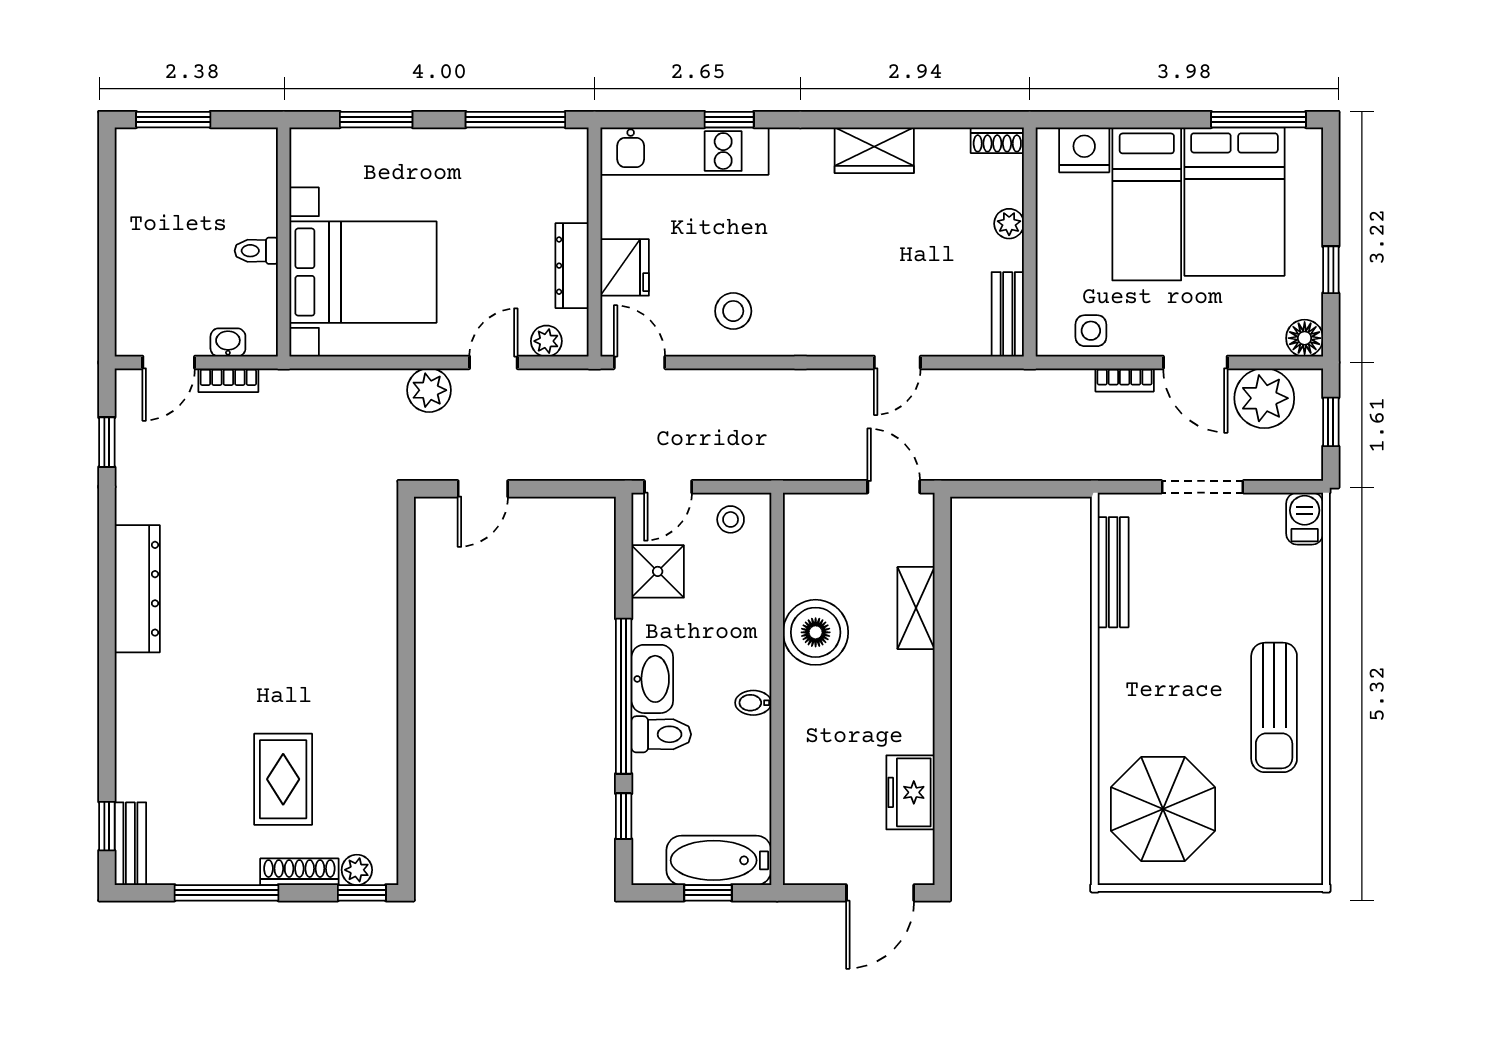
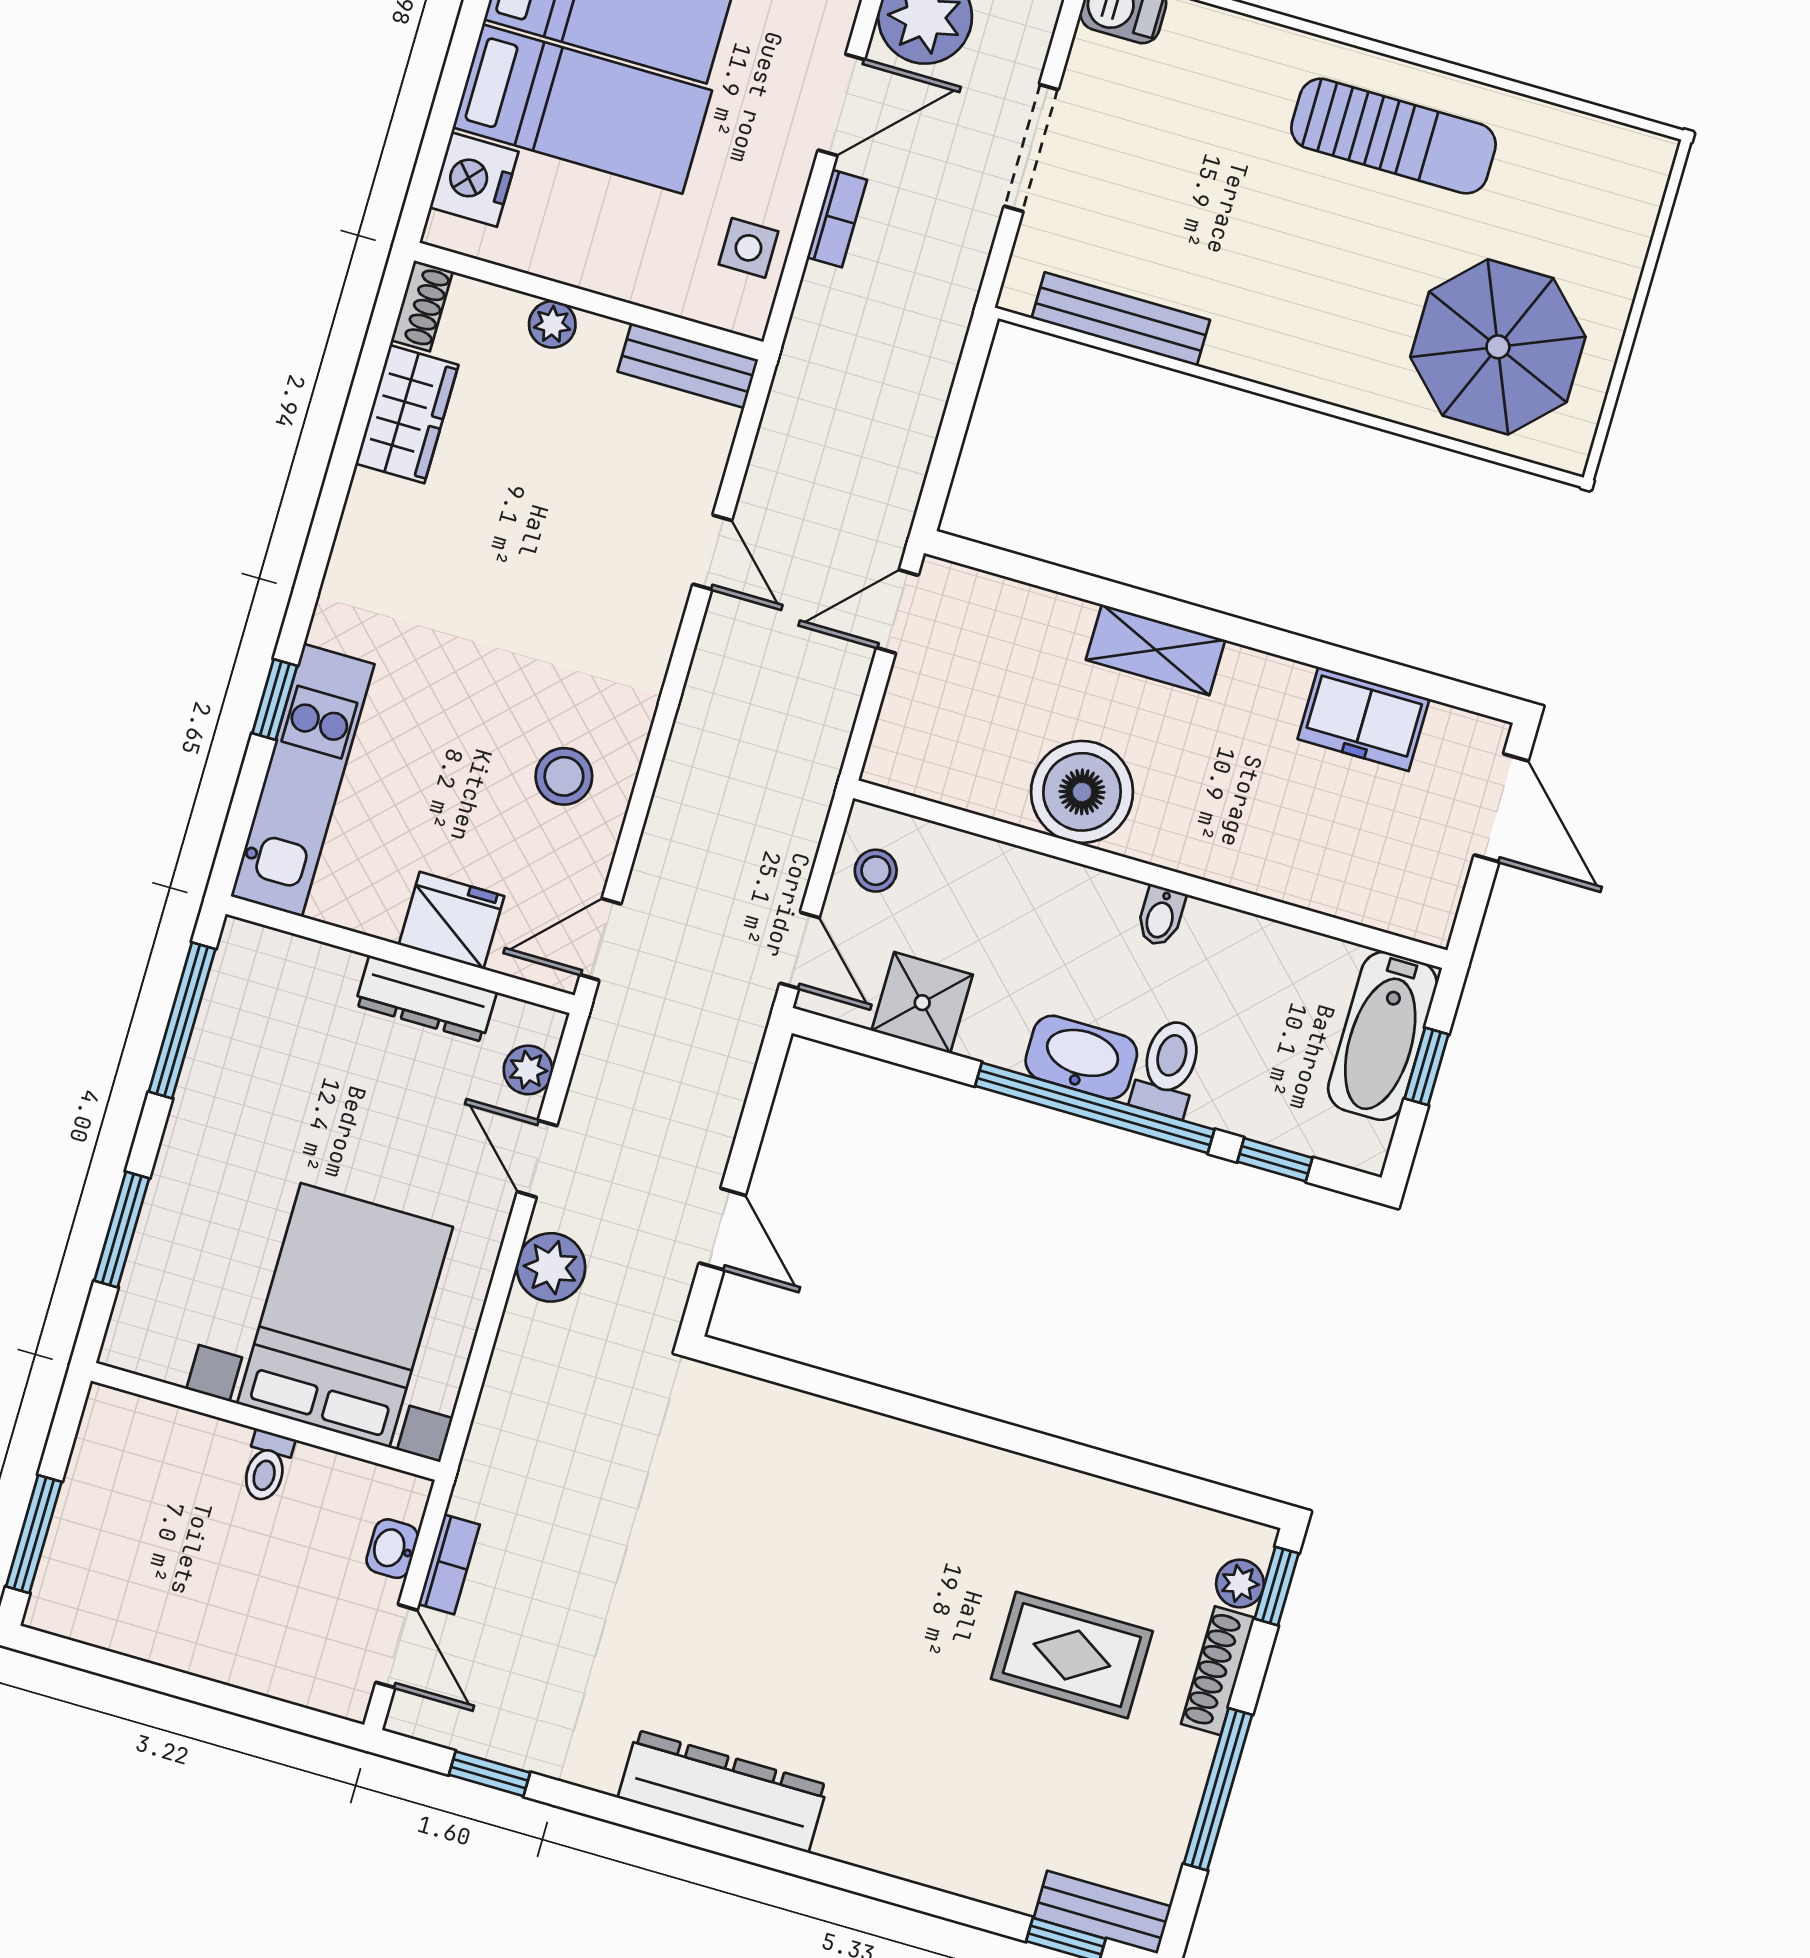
wardrobe: (874, 150) -> (407, 414), moved
shelving: (916, 608) -> (1156, 650), moved

